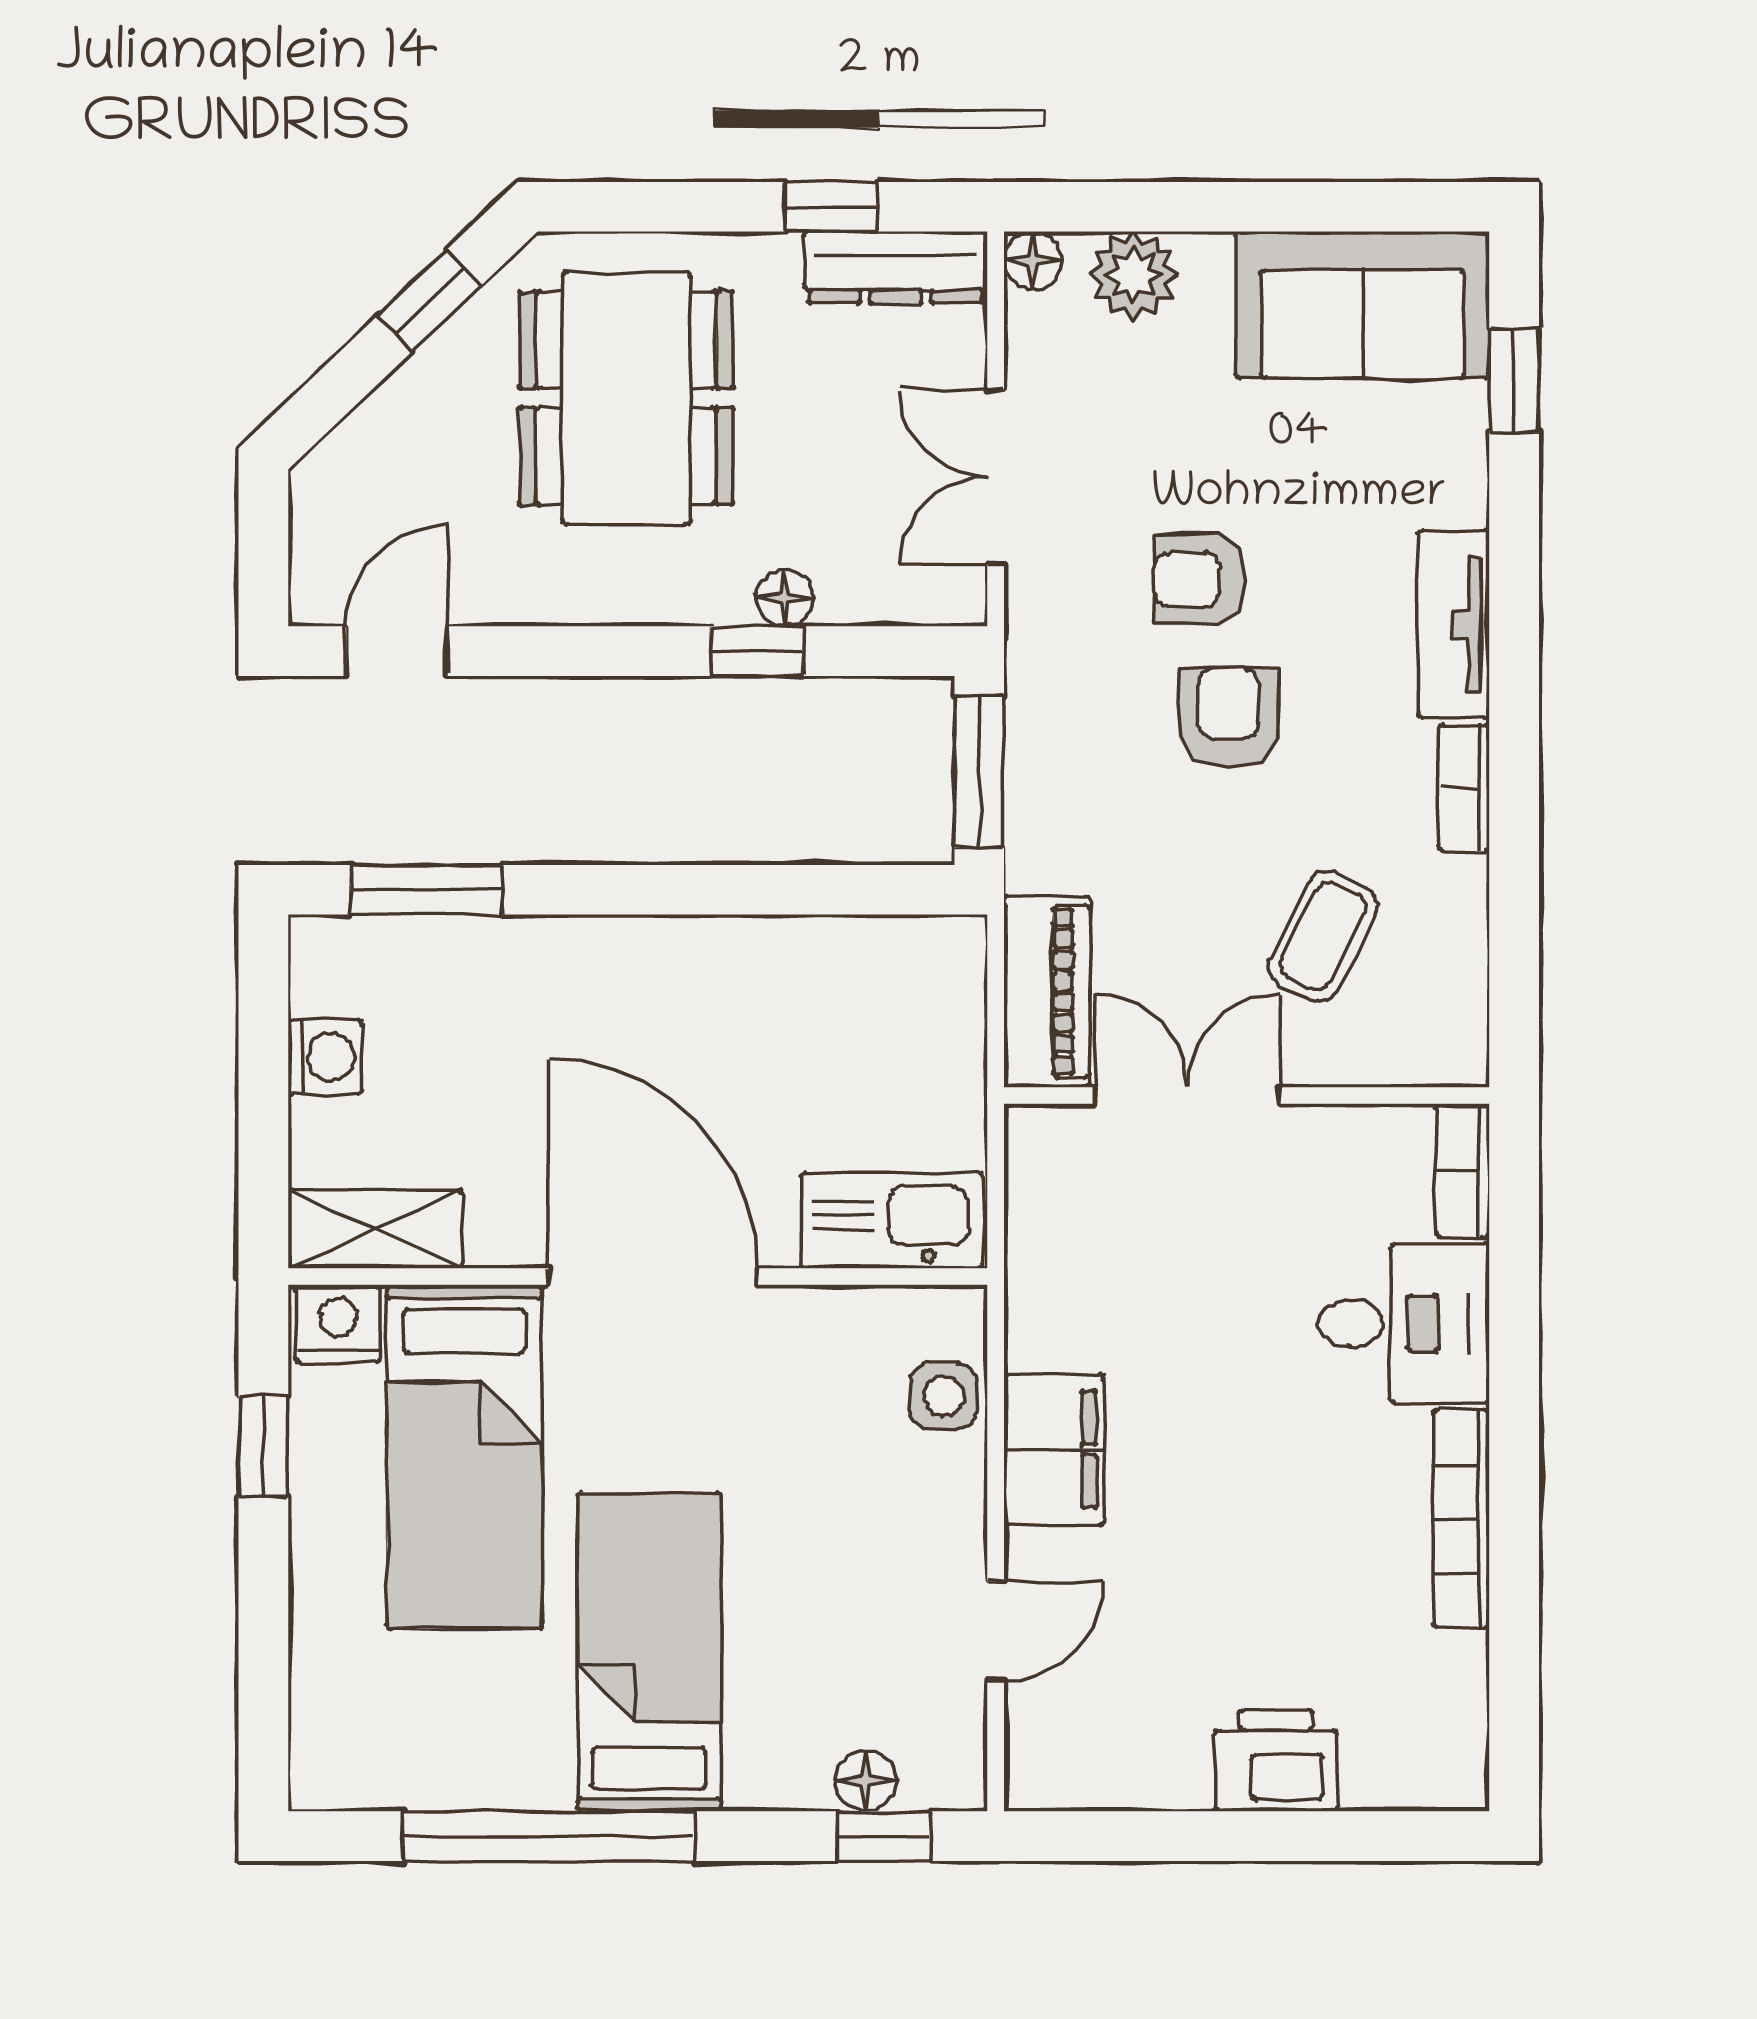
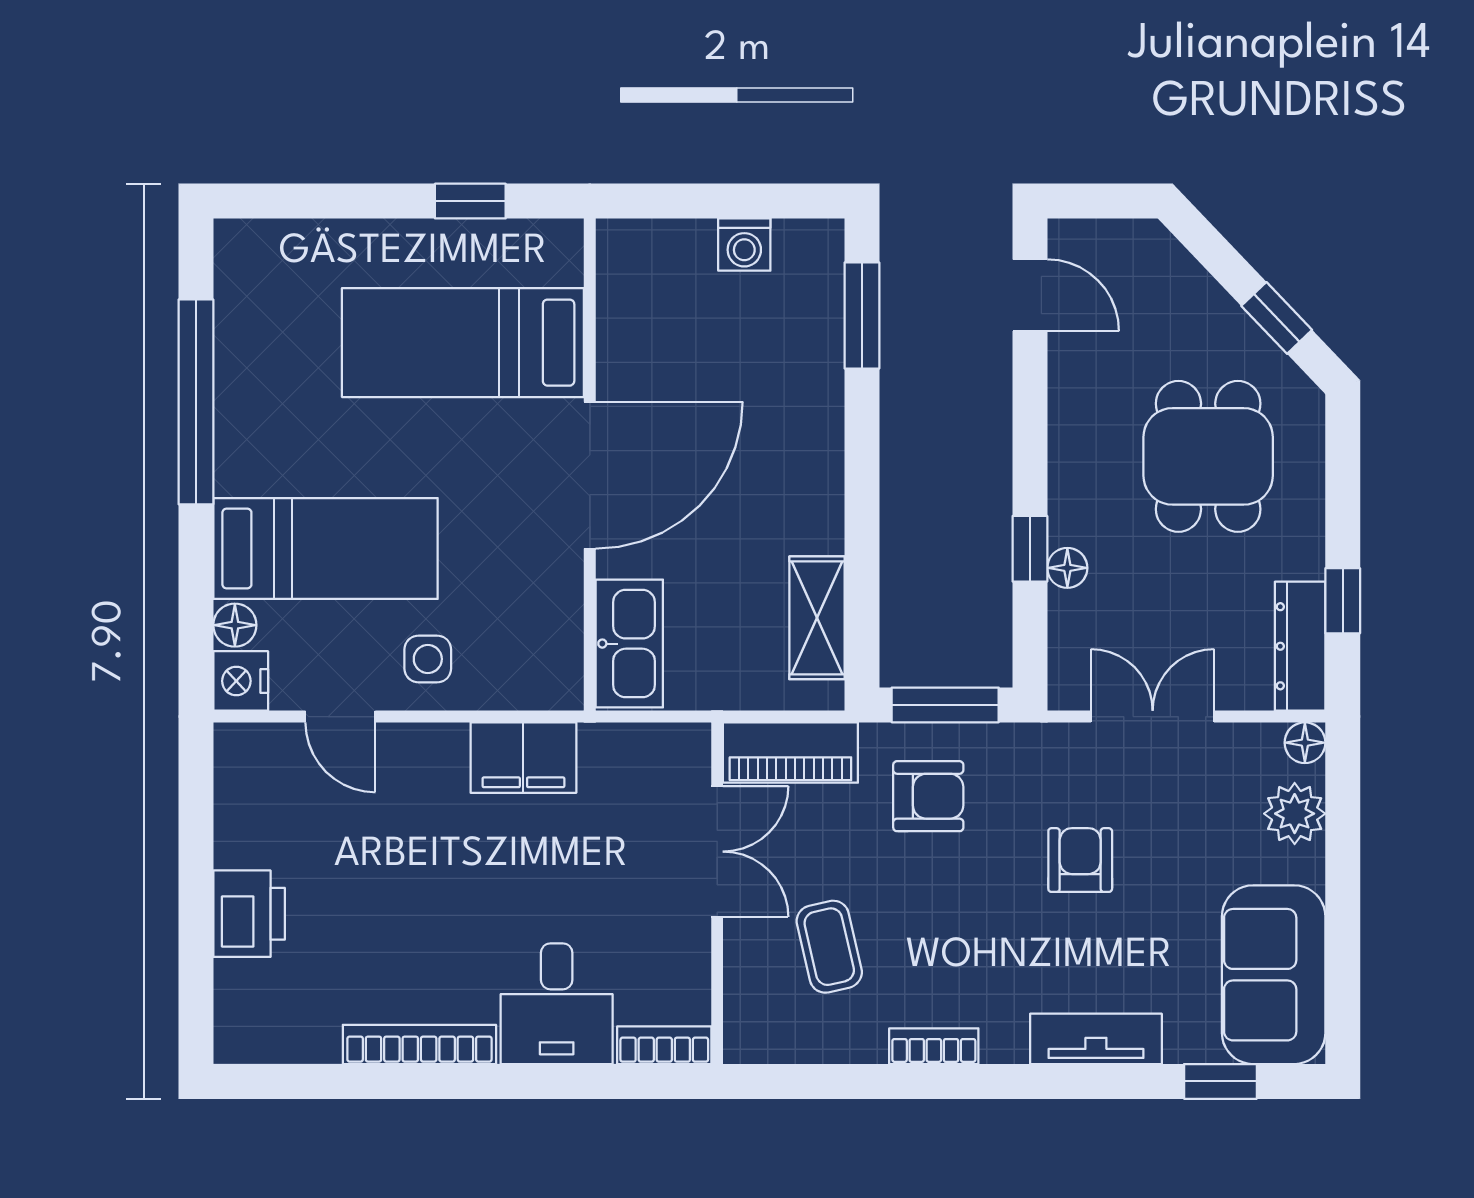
dining table: (626, 398) -> (1208, 456), width x0.73
tv unit: (1454, 624) -> (1096, 1039), moved
armchair: (1228, 718) -> (928, 796), moved
coffee table: (1323, 936) -> (829, 947), turned 50
shelving: (375, 1229) -> (817, 618), moved
nightstand: (338, 1324) -> (241, 681), moved, turned 180
side table: (944, 1396) -> (428, 659), moved
filing cabinet: (1054, 1450) -> (523, 758), moved
bed: (649, 1652) -> (326, 548), moved
window: (884, 1836) -> (196, 638), removed

